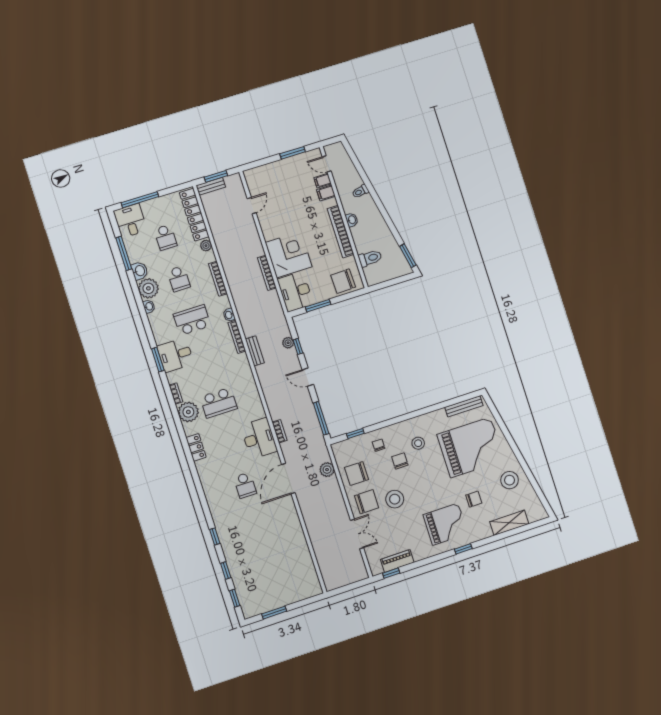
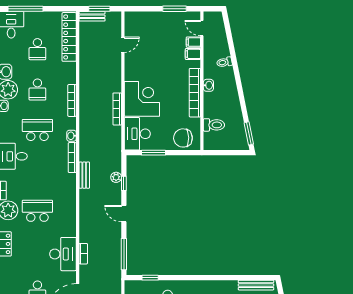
plant: (206, 246) -> (71, 68), removed
school desk: (219, 403) -> (37, 211), turned 180

